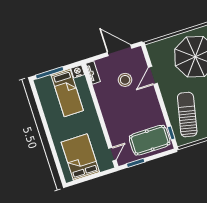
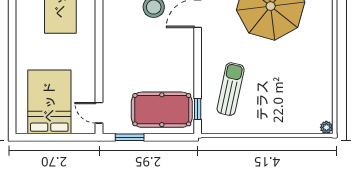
sun lounger: (187, 115) -> (231, 89), width x0.73, depth x0.75
door: (112, 154) -> (99, 113), swing flipped

